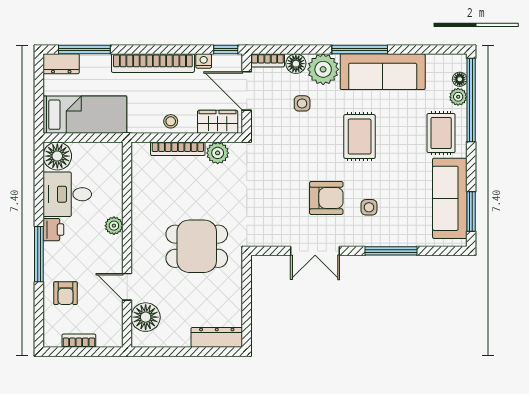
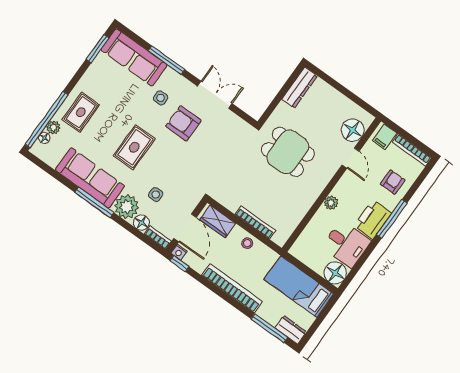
nightstand: (204, 61) -> (179, 252), moved
plant: (218, 153) -> (232, 202), removed
sofa: (450, 198) -> (134, 57), moved, turned 90
printer: (53, 230) -> (373, 219), width x1.87, depth x1.48
filing cabinet: (107, 334) -> (385, 137), added
dresser: (217, 337) -> (300, 88), moved, turned -90
bookcase: (79, 341) -> (412, 150), width x1.56

